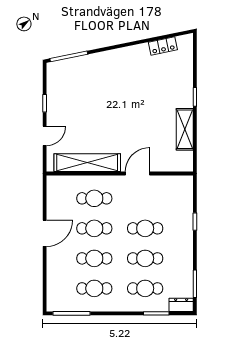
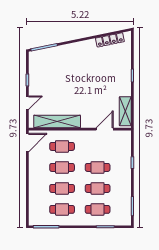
locker: (163, 46) -> (110, 40), width x1.53
shelving: (185, 129) -> (125, 111), moved
door: (138, 173) -> (105, 129), moved
door: (45, 233) -> (27, 143), moved
dresser: (181, 305) -> (123, 221), removed

